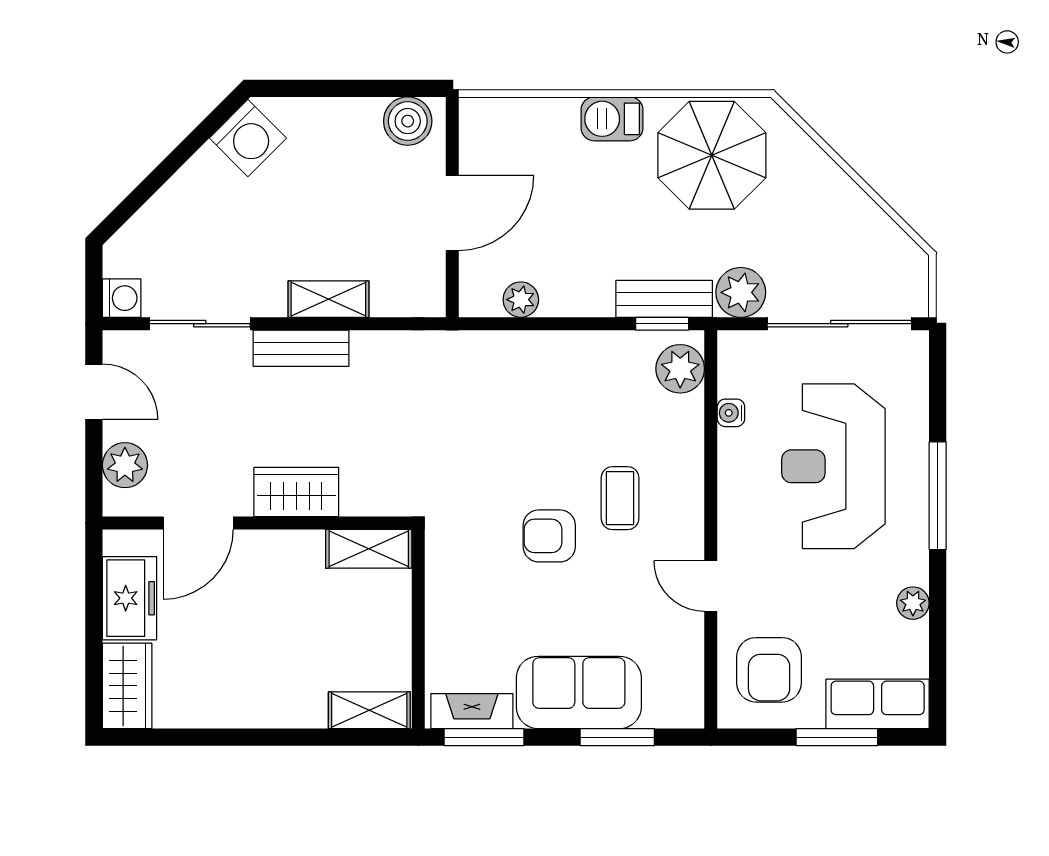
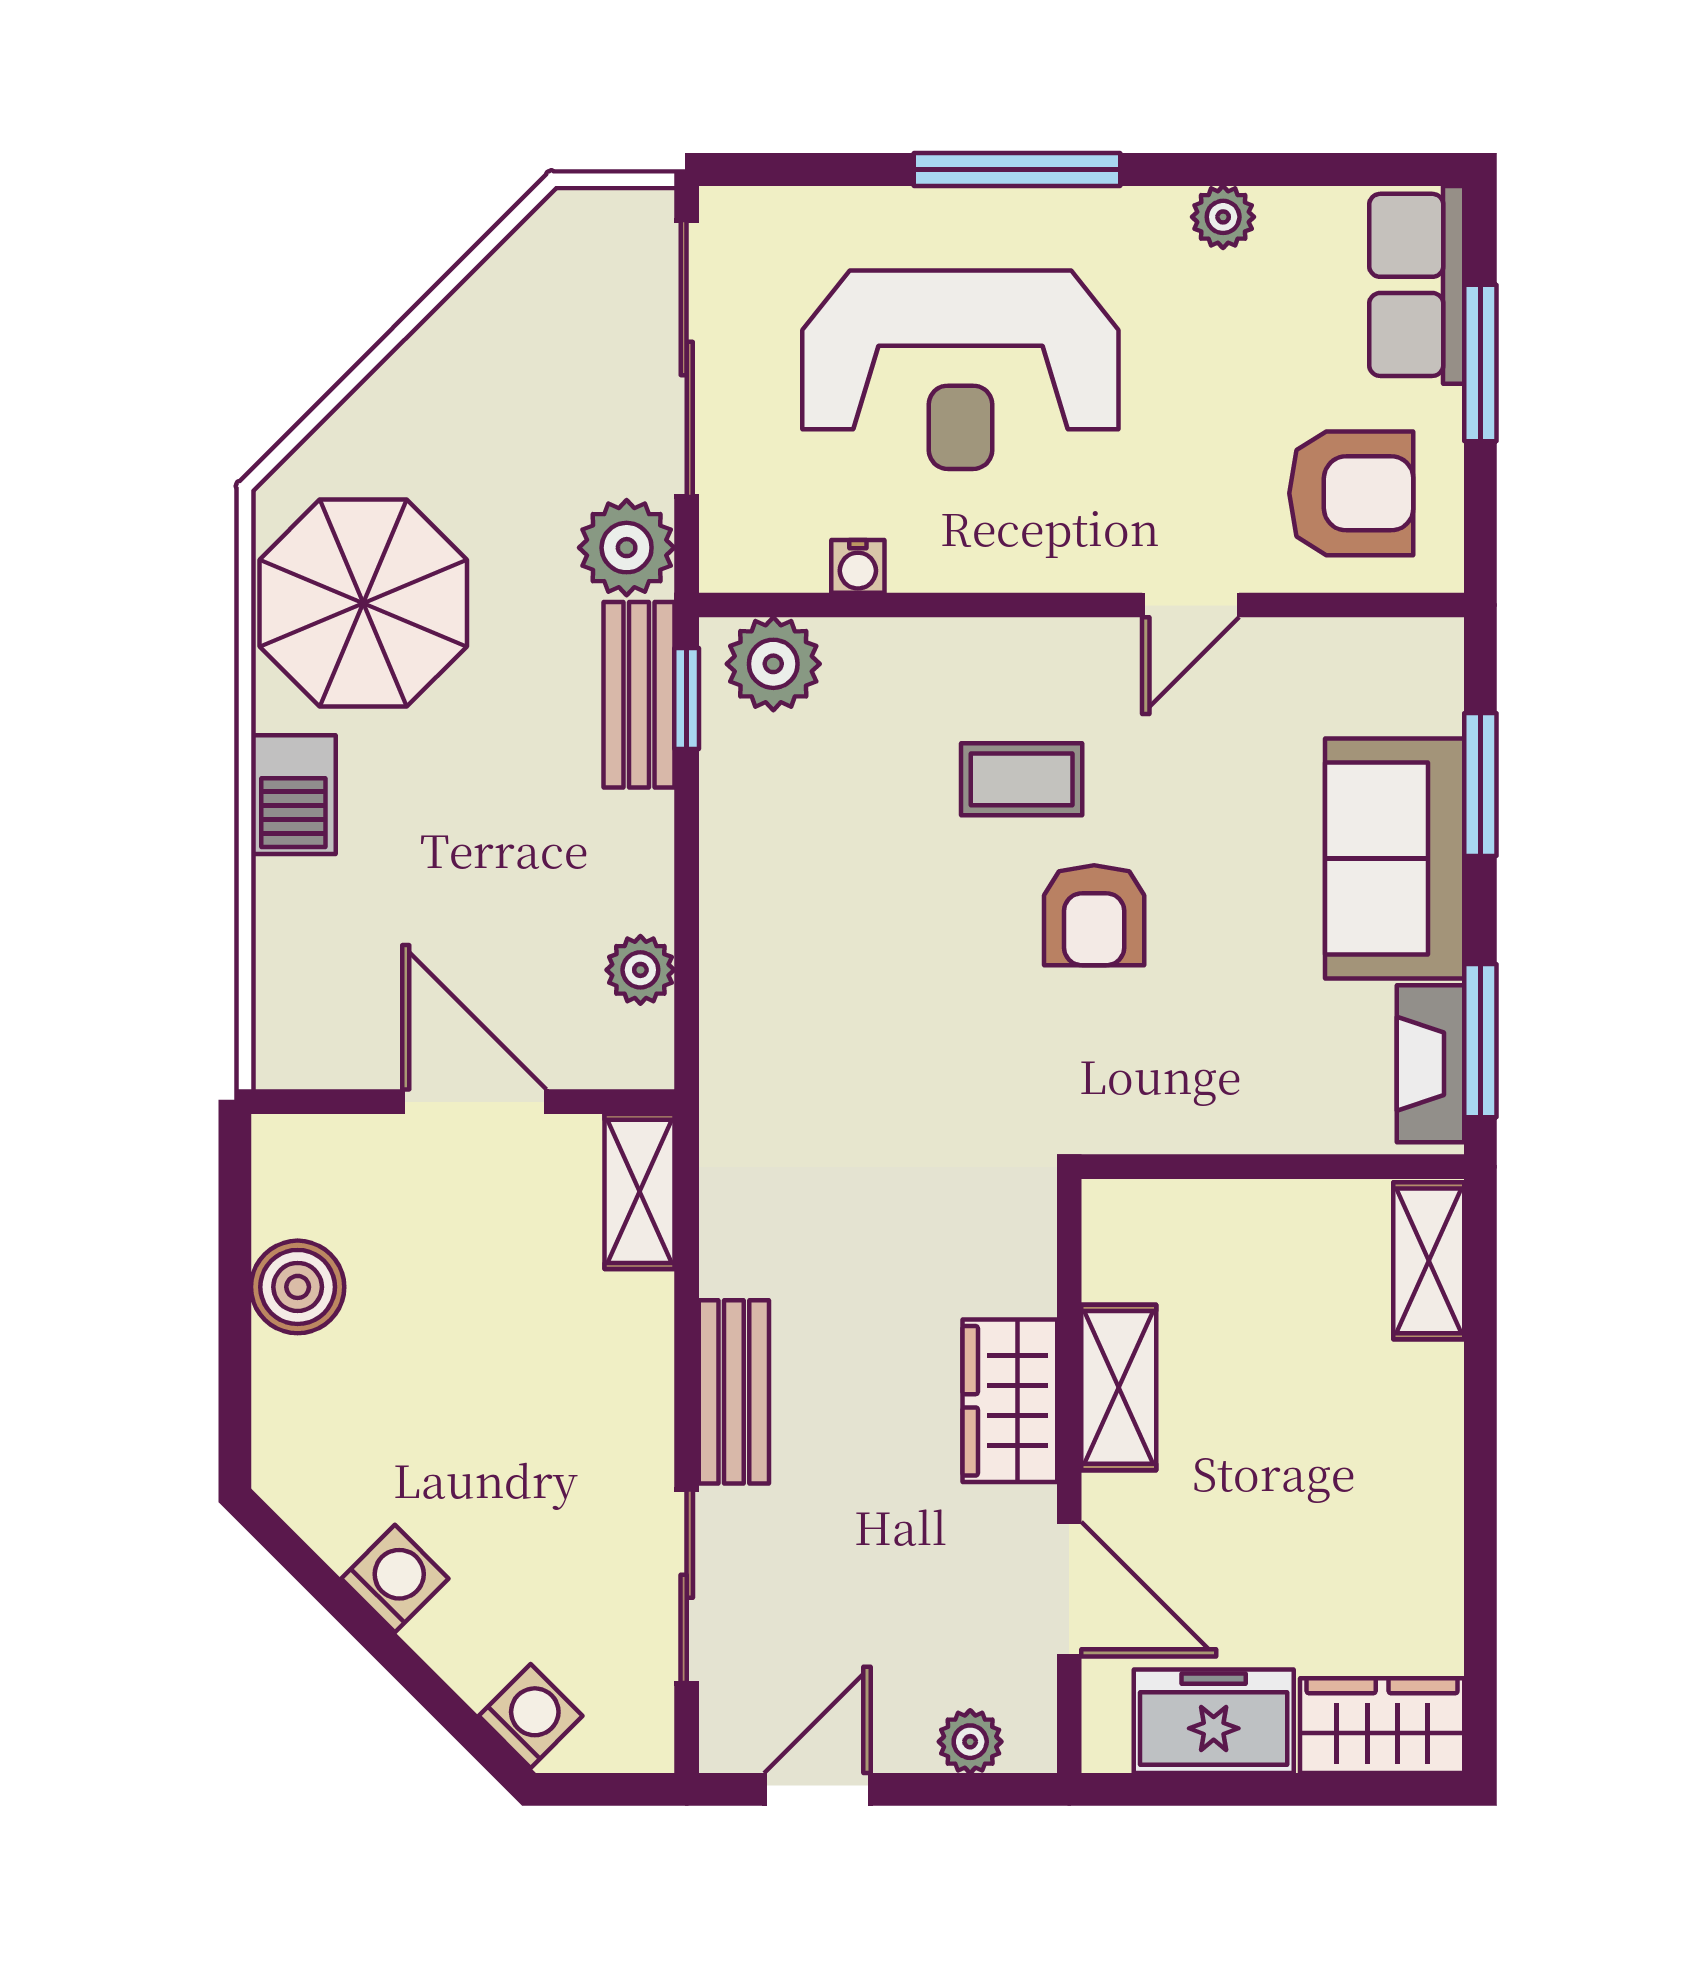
boiler: (408, 121) -> (298, 1287), moved
washing machine: (248, 138) -> (395, 1579), moved, width x0.73, depth x0.73
washing machine: (122, 298) -> (531, 1716), moved, turned 45
shelving: (328, 299) -> (639, 1191), moved
plant: (125, 465) -> (970, 1742), width x0.73, depth x0.73
shelving: (369, 549) -> (1119, 1387), moved

